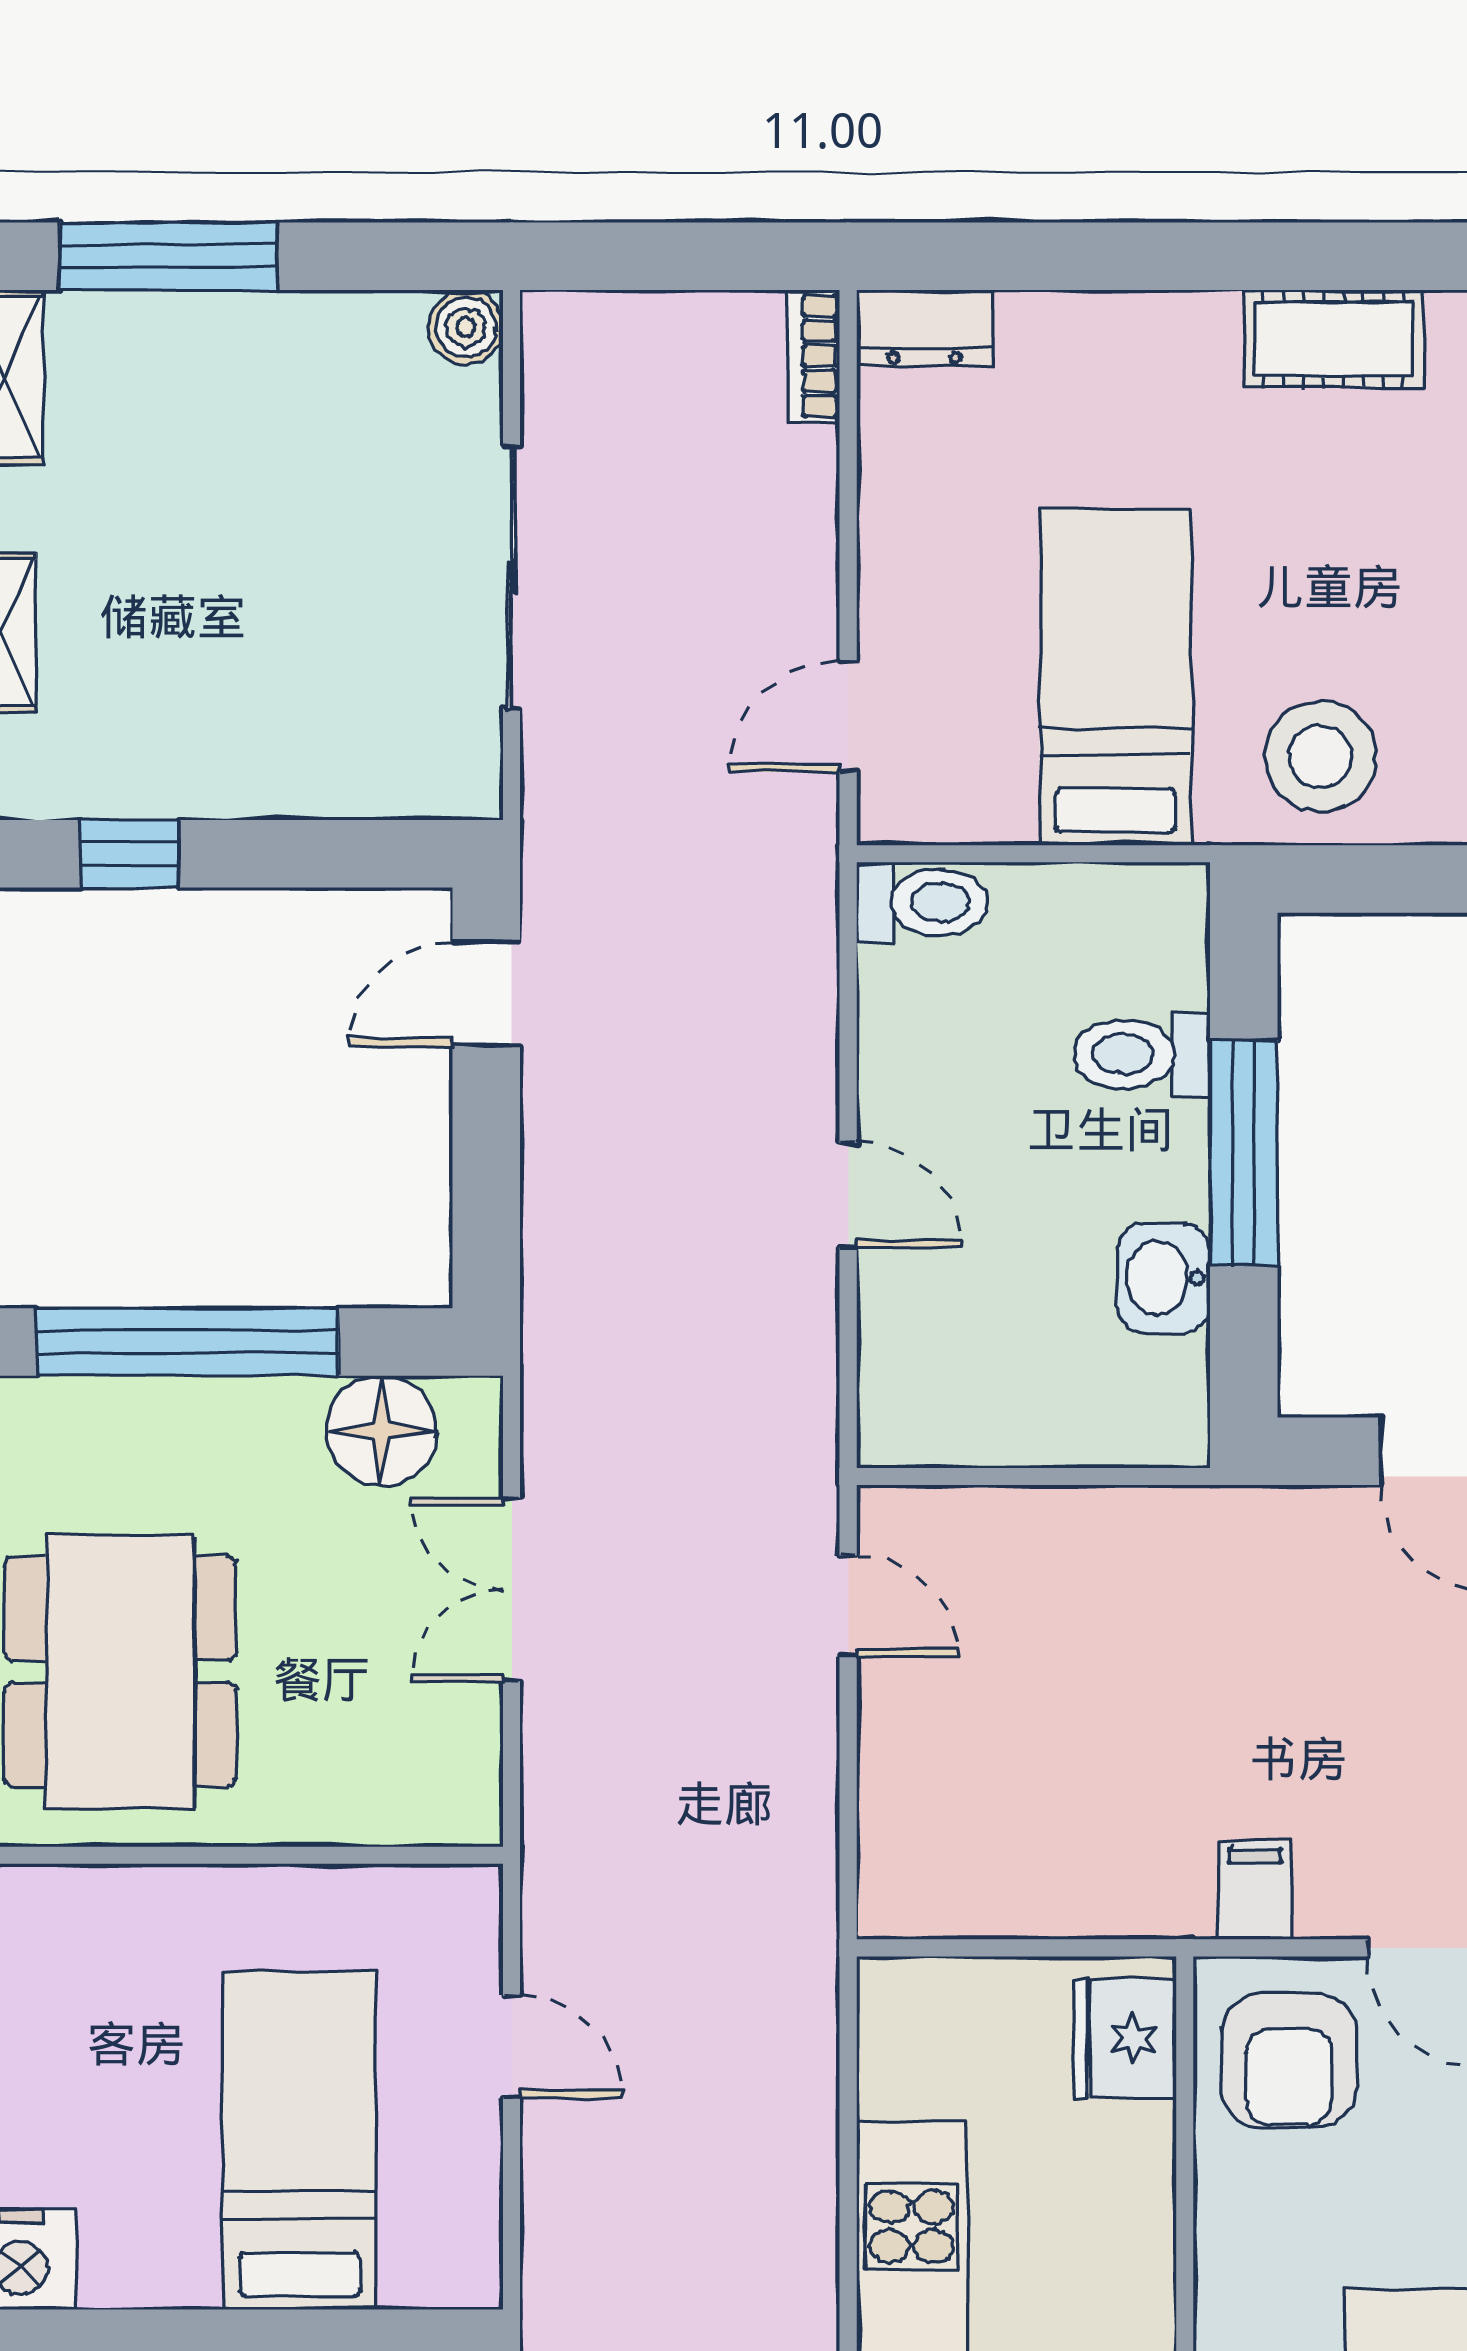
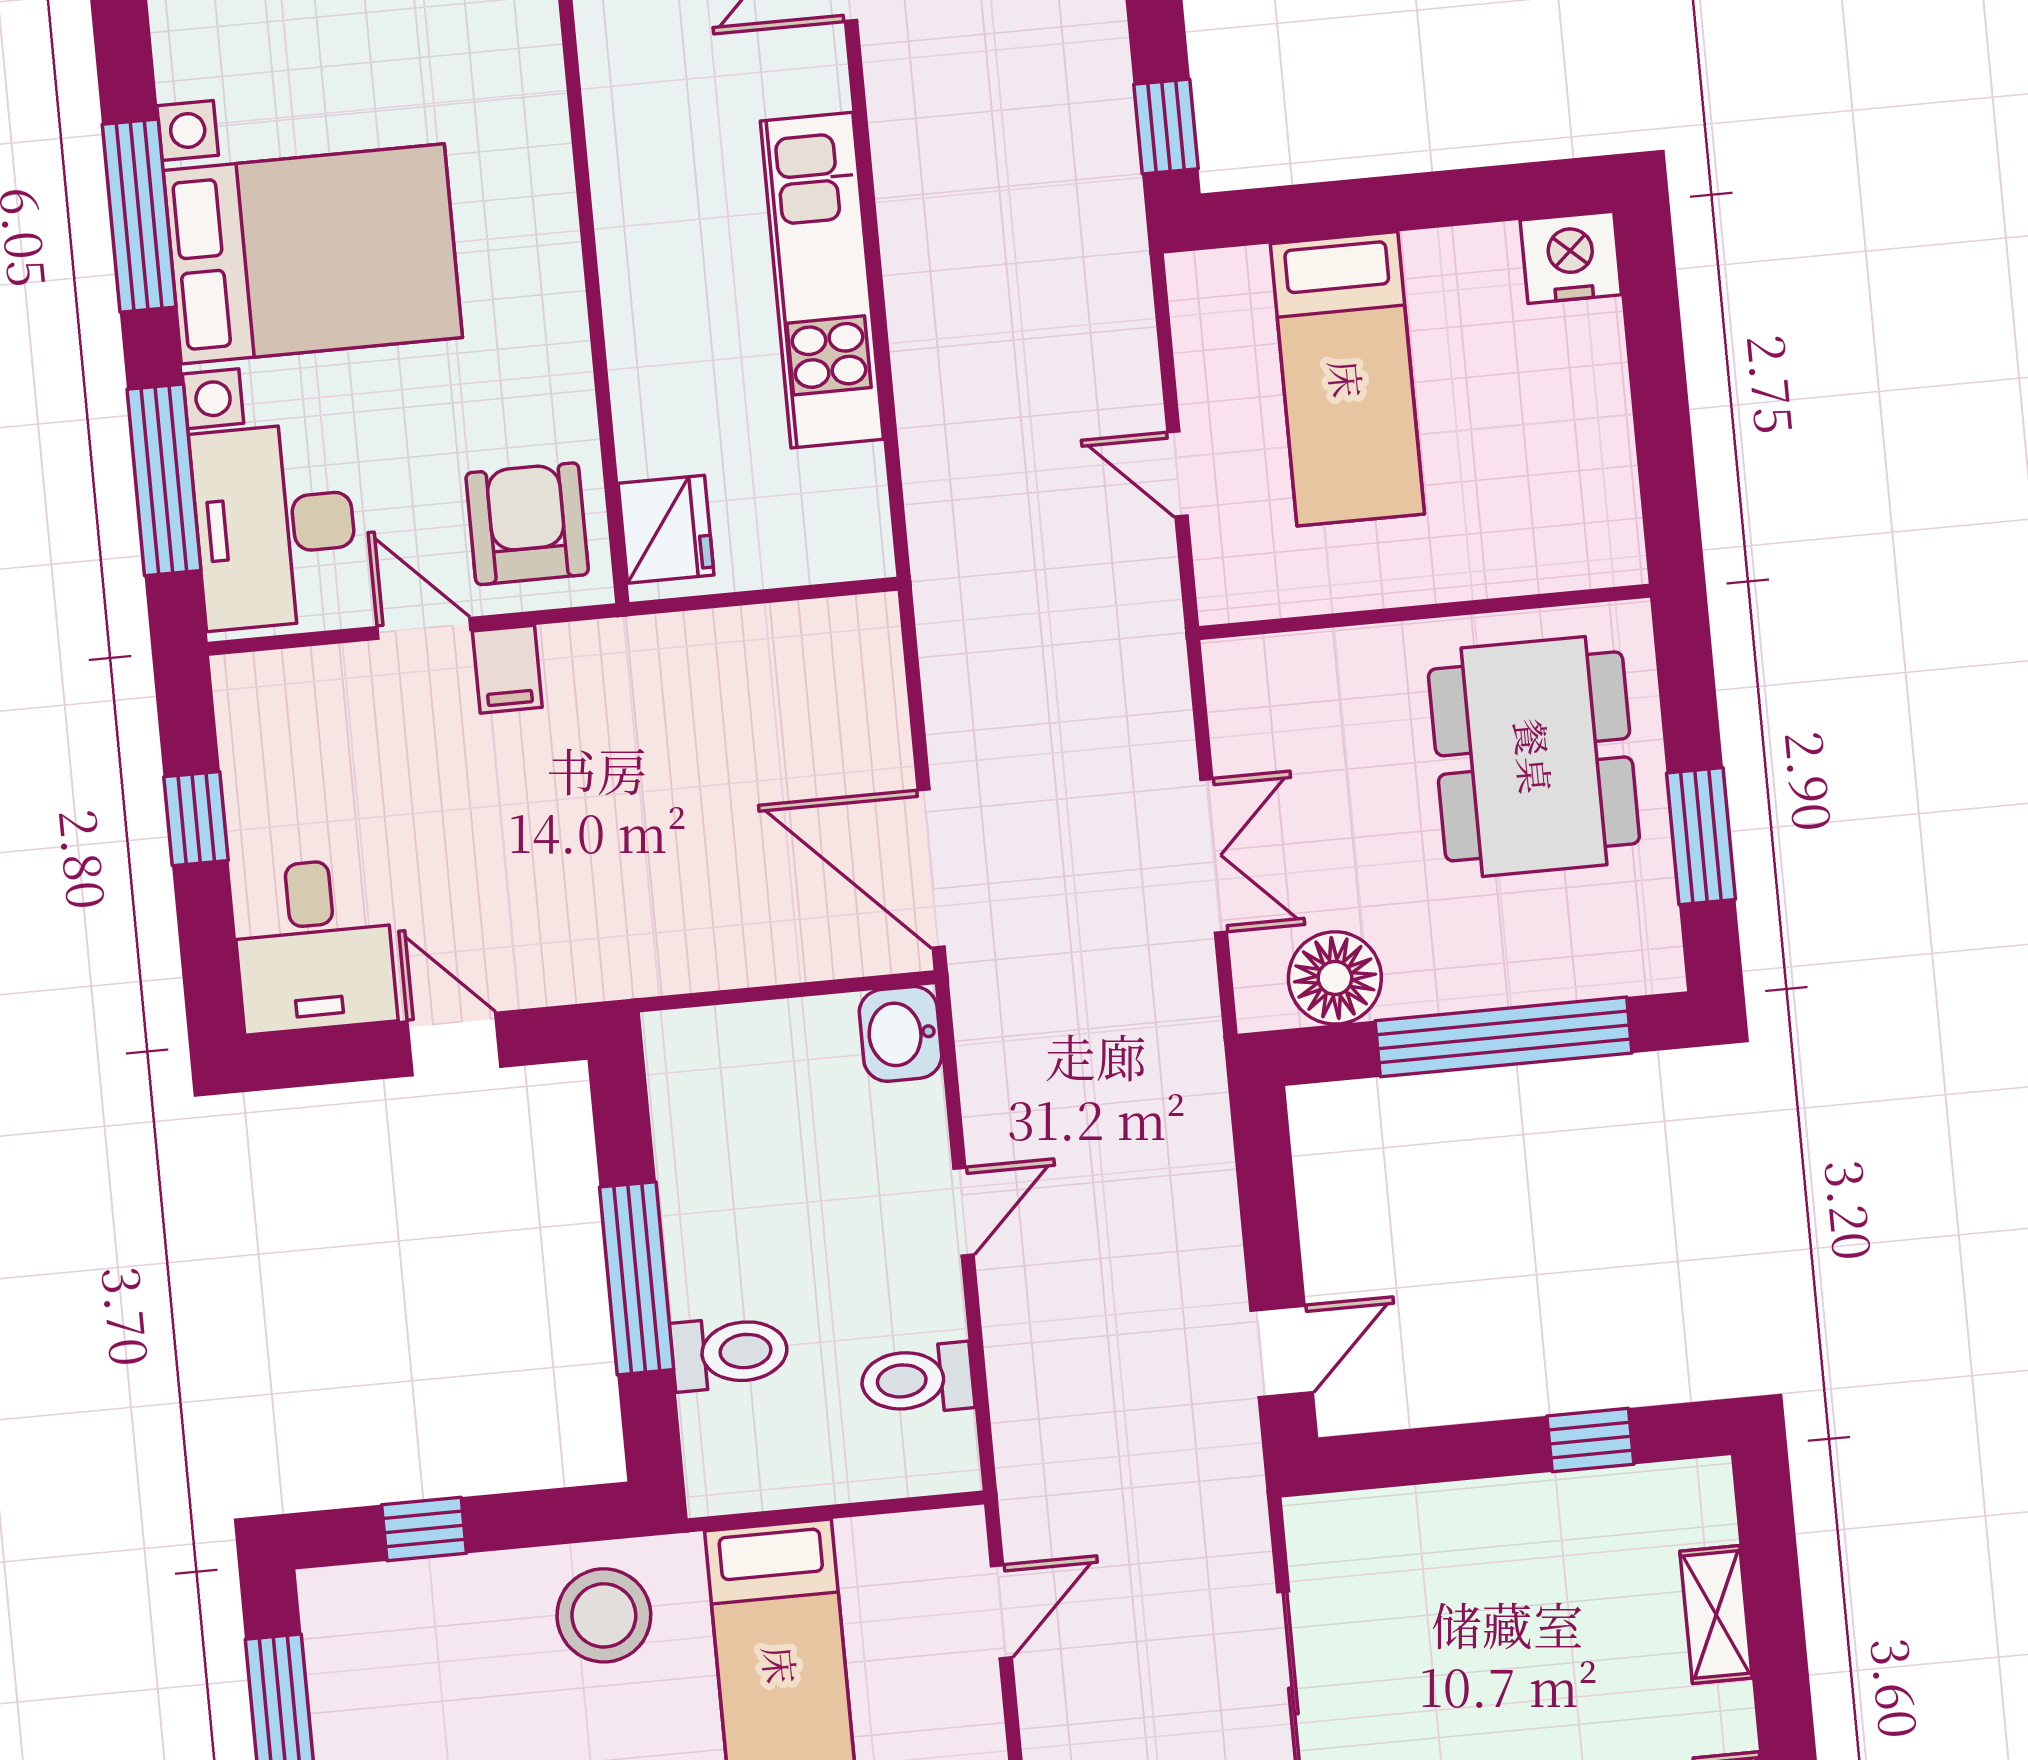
toilet: (922, 902) -> (917, 1379), moved
door: (848, 1195) -> (964, 1212), swing flipped
washbasin: (1164, 1278) -> (900, 1034), moved, turned 180
door: (848, 1606) -> (931, 869), width x1.88
filing cabinet: (1255, 1890) -> (507, 669), moved

